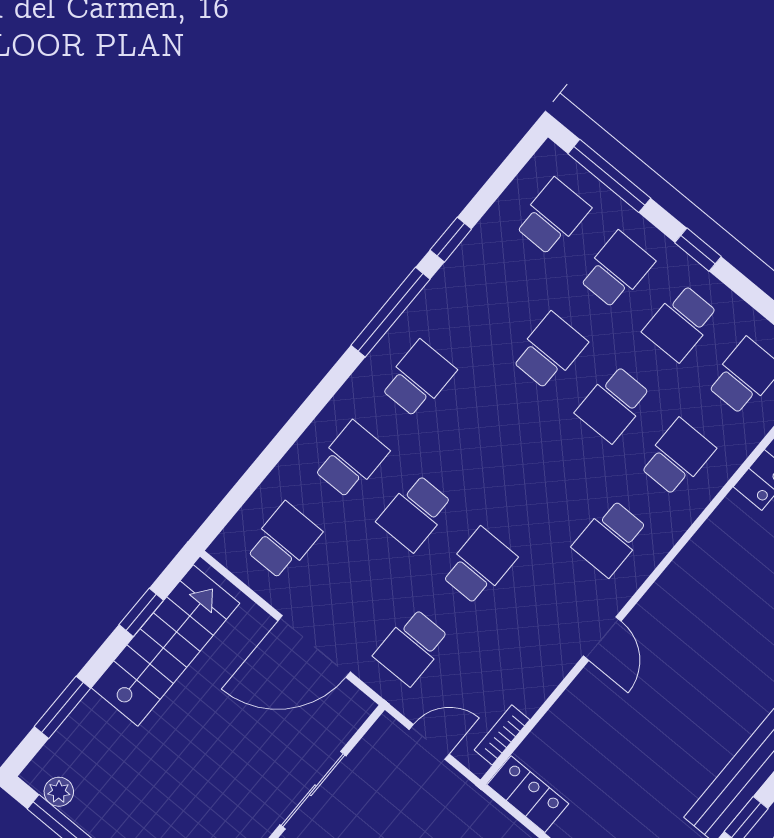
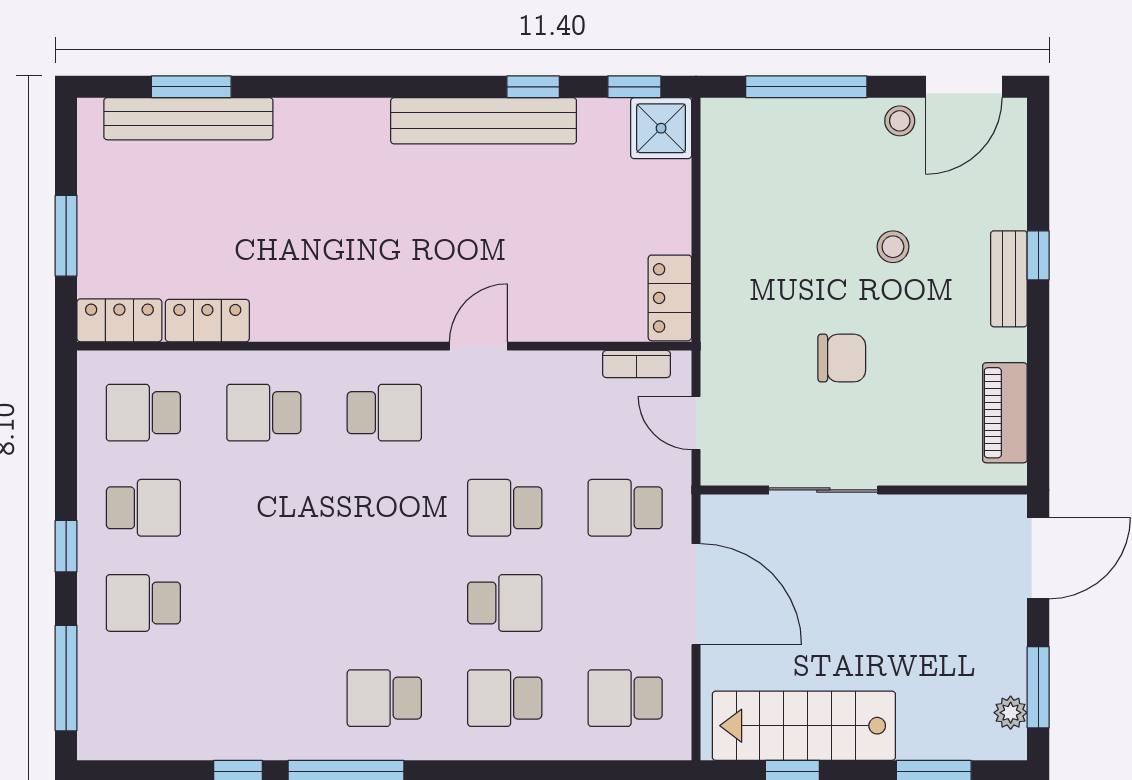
school desk: (553, 217) -> (143, 698), removed
school desk: (549, 351) -> (264, 603), removed
school desk: (613, 404) -> (264, 508), removed
school desk: (412, 647) -> (625, 508), turned 180

